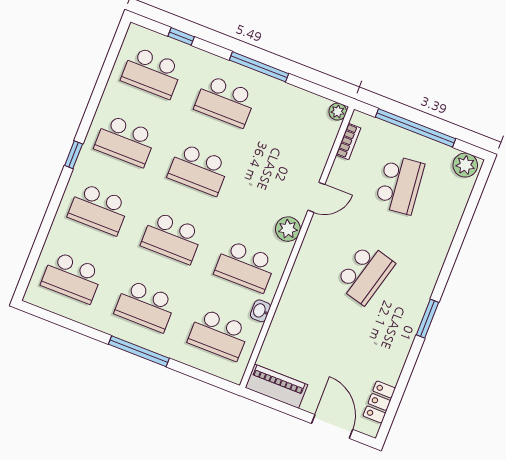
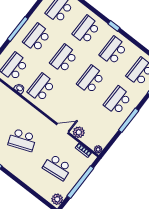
door: (316, 197) -> (63, 129), swing flipped
plant: (288, 229) -> (79, 132), moved
school desk: (365, 274) -> (22, 140), turned -36

